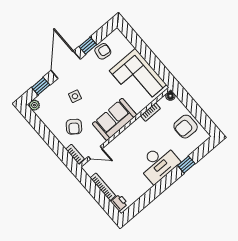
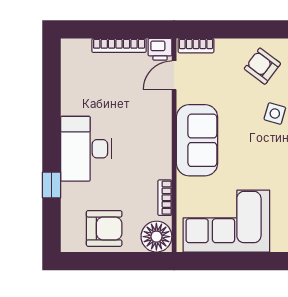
floor lamp: (170, 96) -> (156, 237), width x1.89, depth x1.89
armchair: (74, 127) -> (262, 66), moved
armchair: (186, 127) -> (104, 228), turned 90
printer: (119, 203) -> (160, 49), moved

